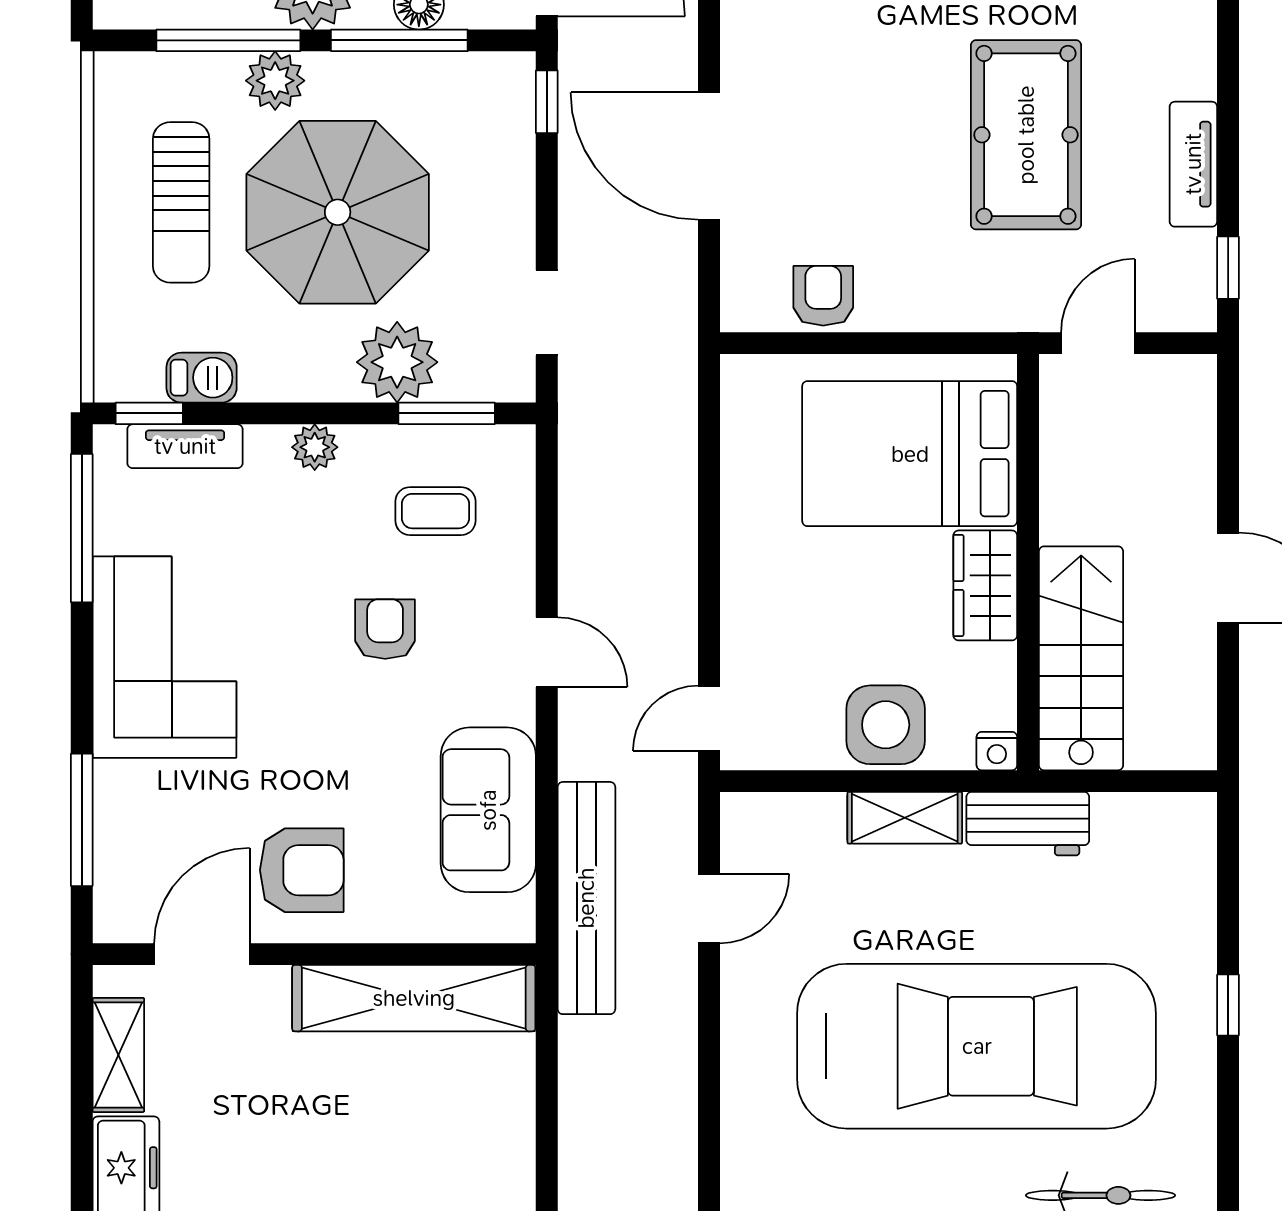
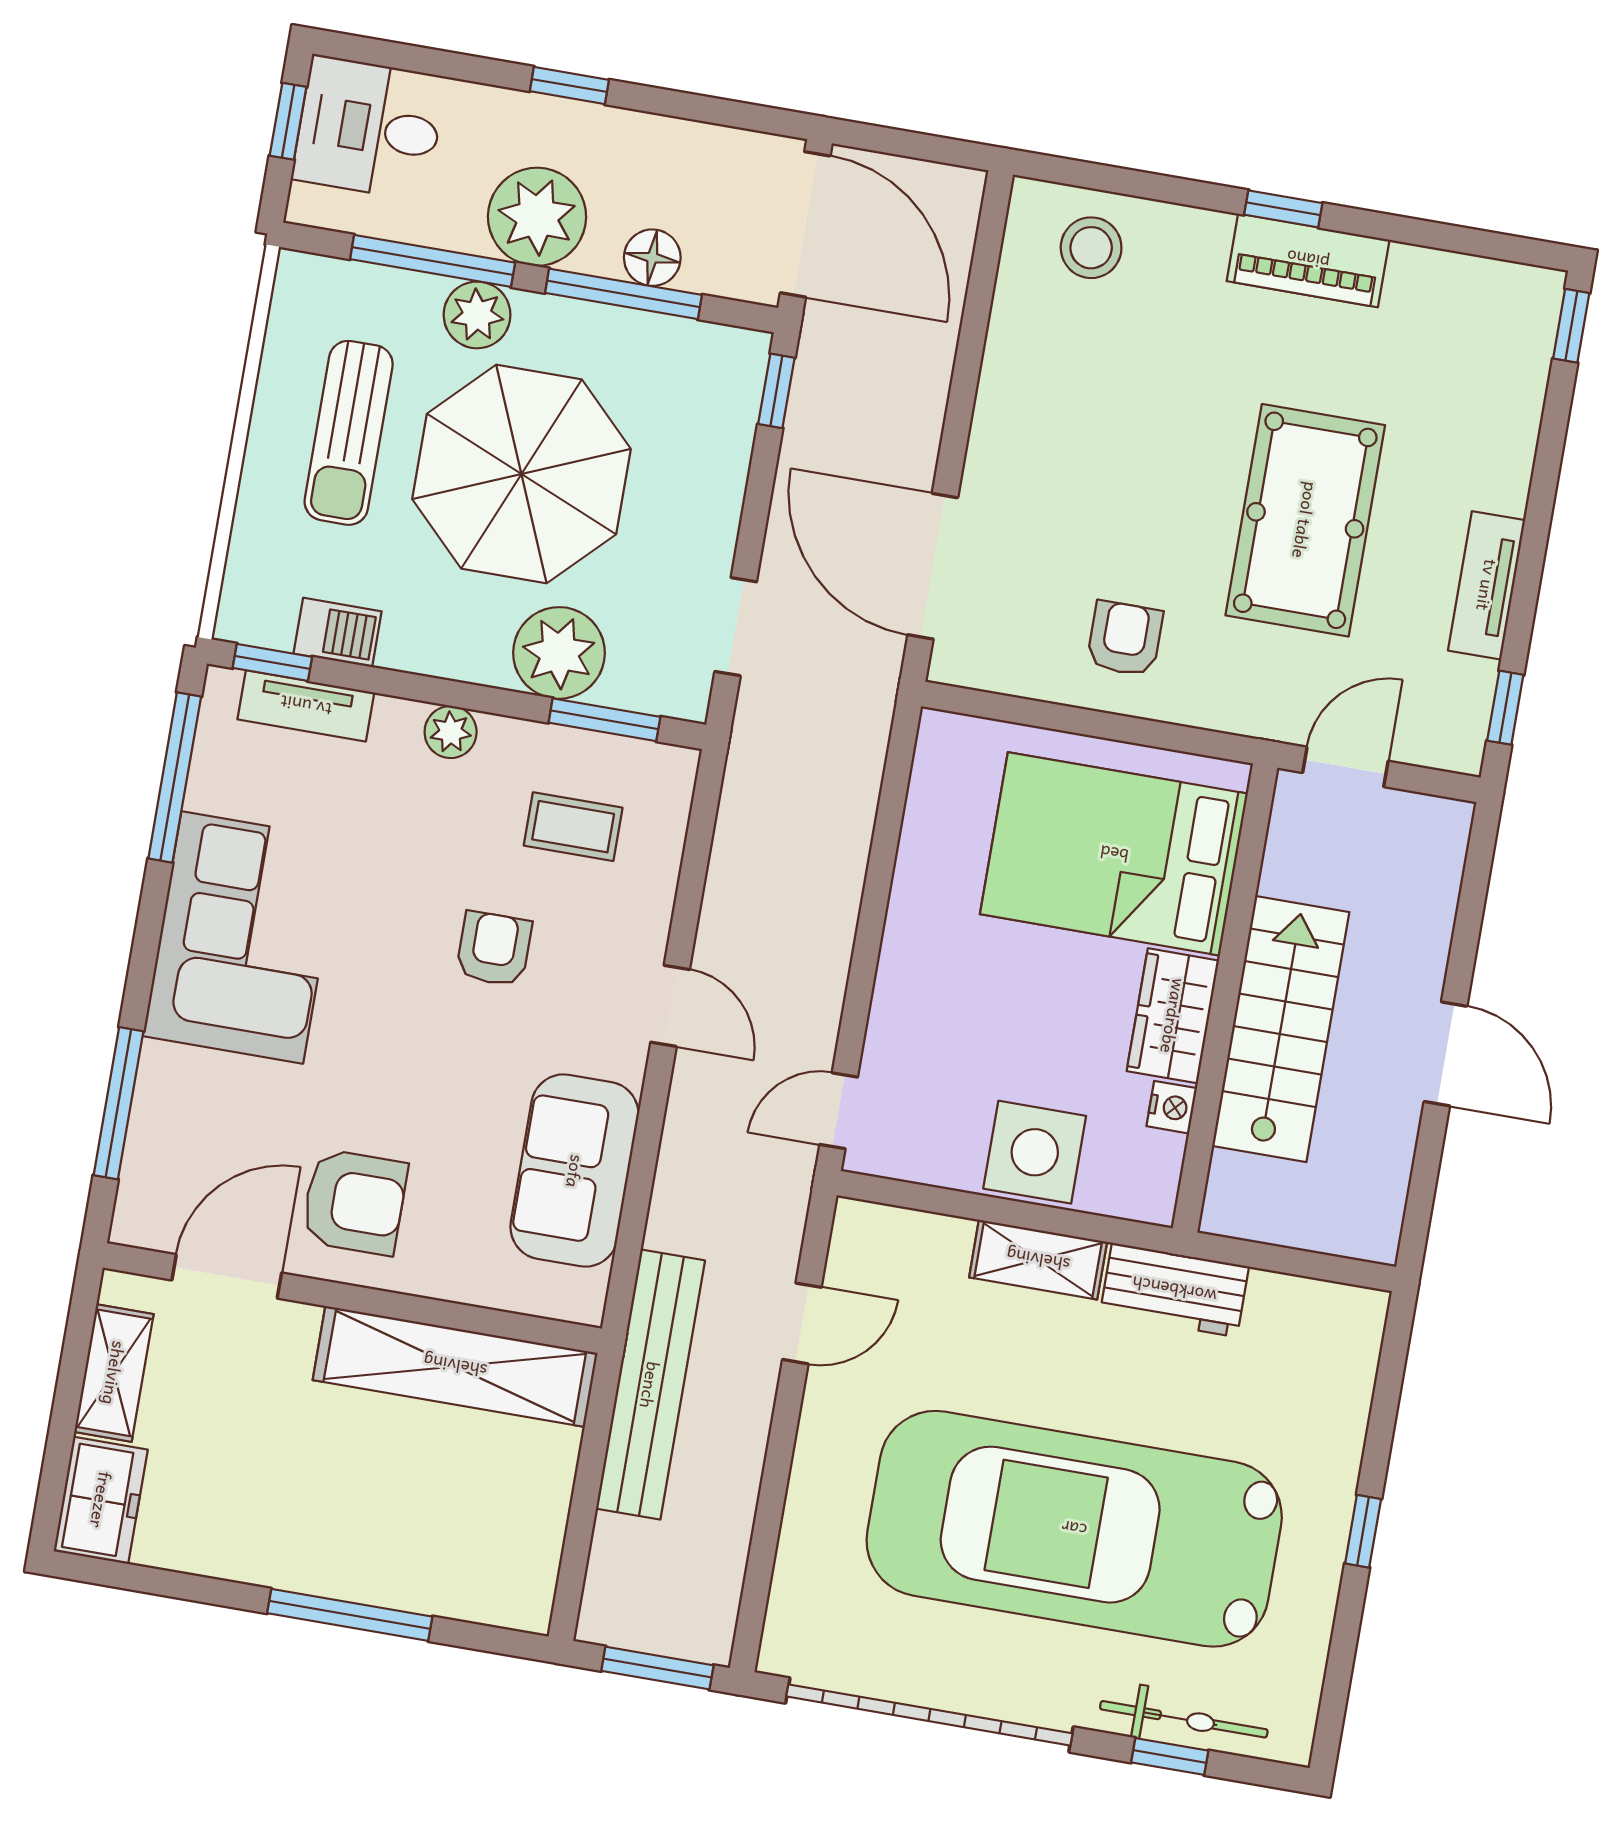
door: (709, 156) -> (933, 566), moved
armchair: (823, 296) -> (1125, 639), moved
stairs: (1081, 658) -> (1281, 1029), moved
nightstand: (997, 751) -> (1172, 1107), moved, turned -90
bench: (586, 898) -> (650, 1385), moved
car: (977, 1046) -> (1074, 1529), turned 180

